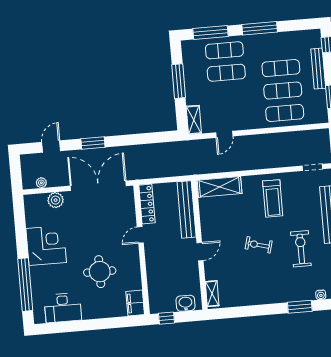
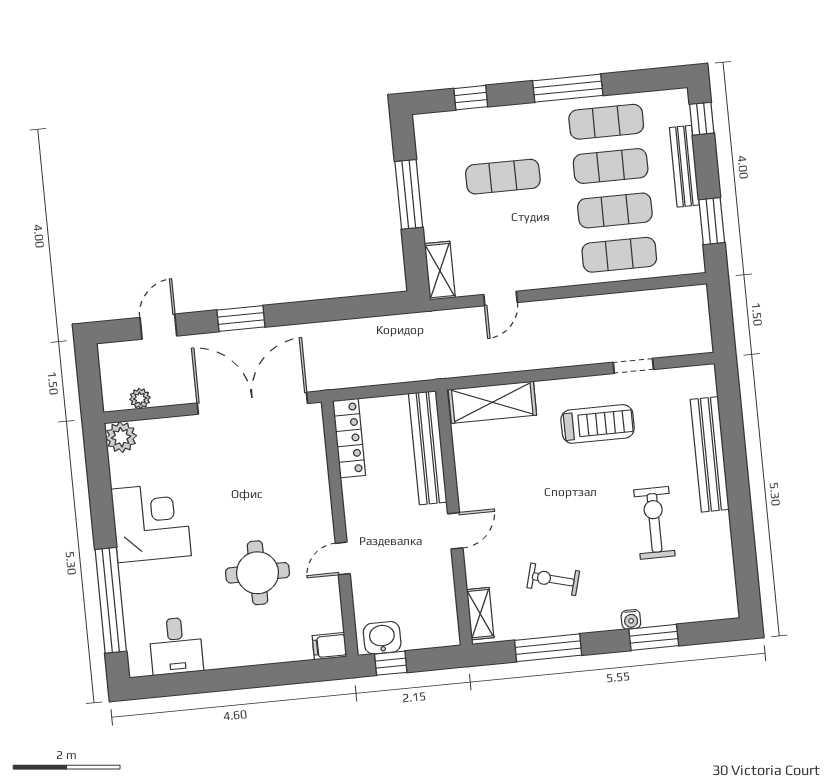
window: (211, 33) -> (471, 98), width x0.46
exercise mat: (224, 50) -> (606, 122), moved
doorway: (313, 167) -> (633, 366), moved
treadmill: (273, 198) -> (598, 424), turned -90
plant: (56, 200) -> (121, 437), moved
door: (140, 235) -> (343, 558), moved
exercise bike: (259, 245) -> (553, 579), moved
water cooler: (321, 295) -> (631, 619), moved
filing cabinet: (135, 303) -> (329, 646), width x0.50
washbasin: (186, 303) -> (382, 638), moved
desk: (63, 308) -> (176, 646), width x0.73
window: (246, 311) -> (548, 648), added

